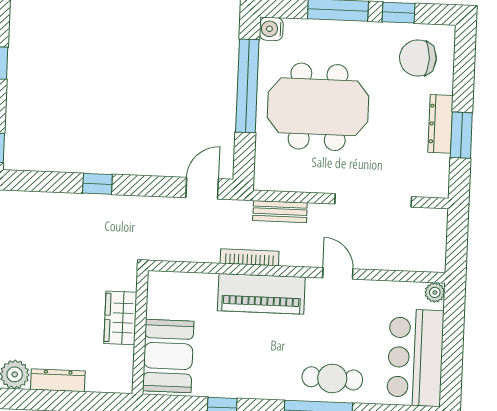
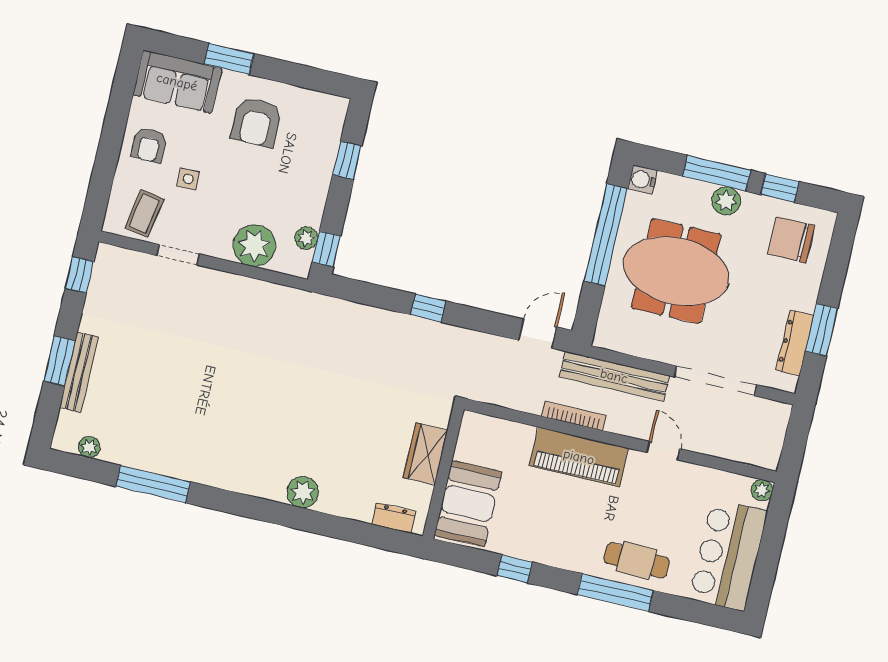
plant: (351, 34) -> (726, 201), added
dresser: (441, 124) -> (795, 343), moved
bench: (280, 212) -> (614, 376), width x1.86, depth x1.21
dresser: (58, 380) -> (394, 518), moved, width x0.70

